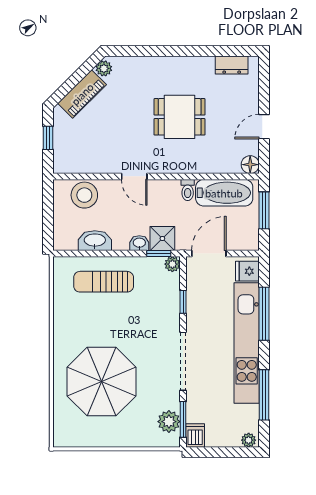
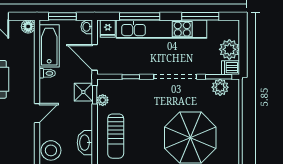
washbasin: (139, 243) -> (87, 27), moved
plant: (172, 264) -> (103, 100), moved
plant: (249, 440) -> (229, 49), moved, width x1.88, depth x1.88

